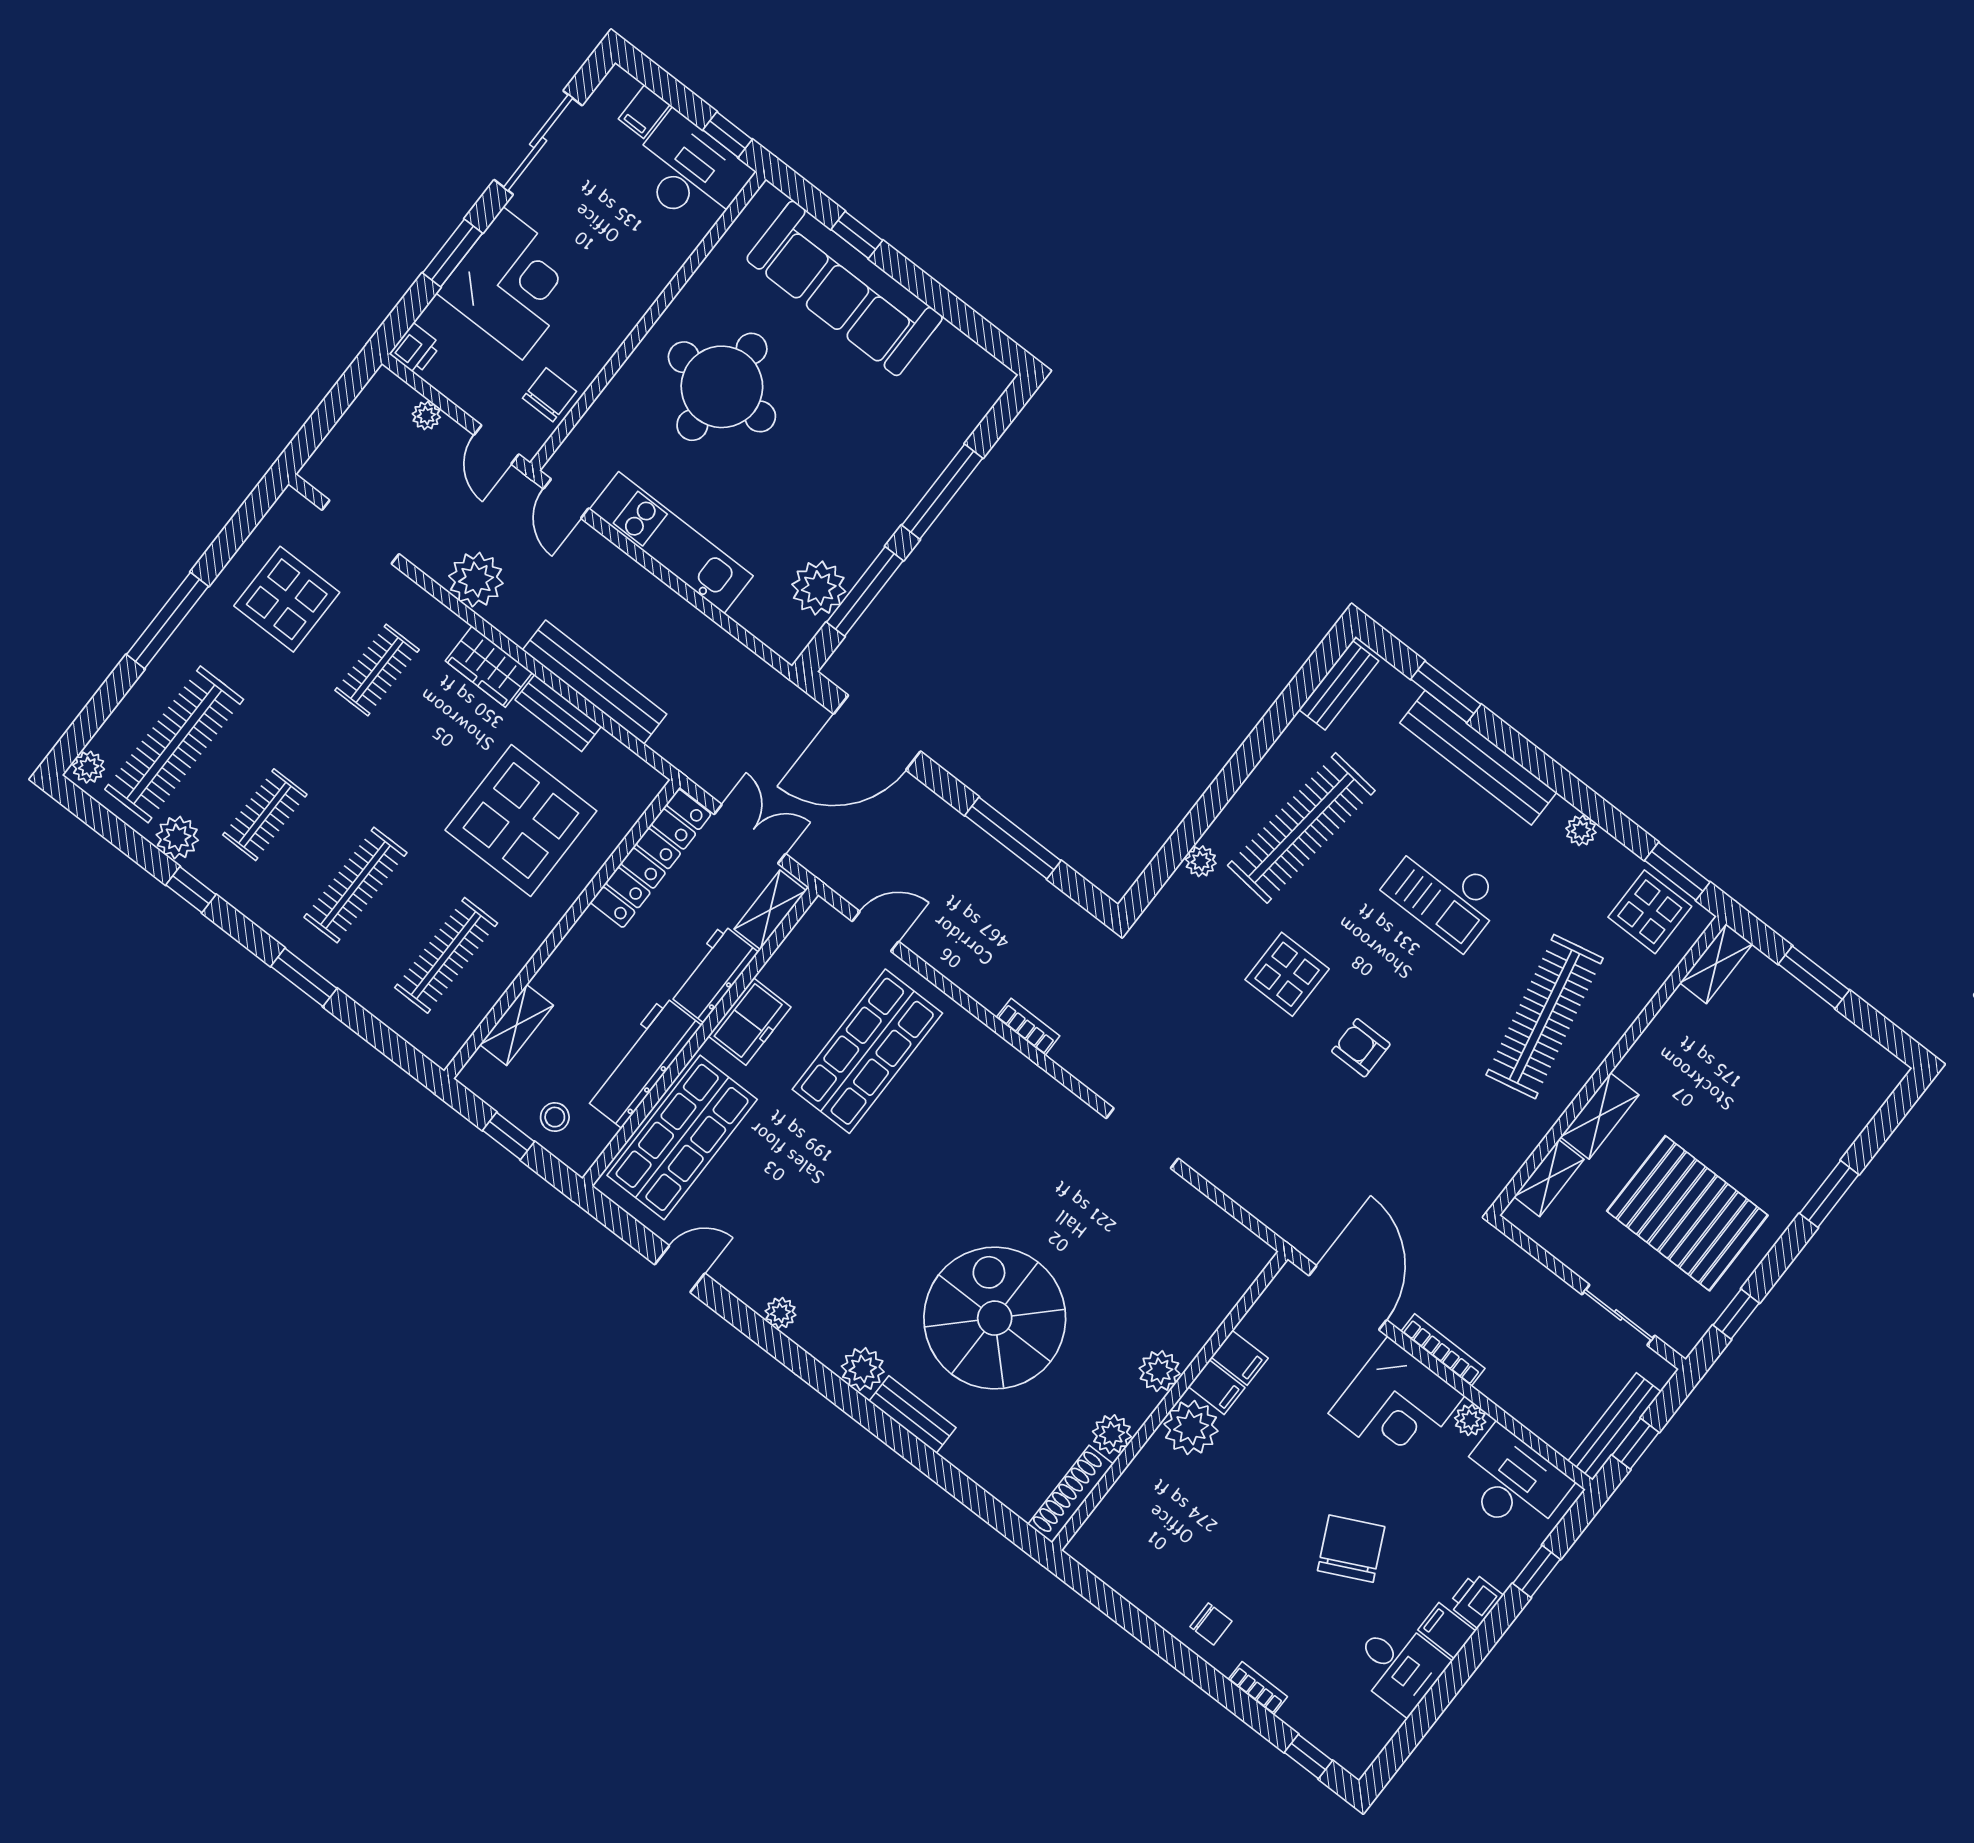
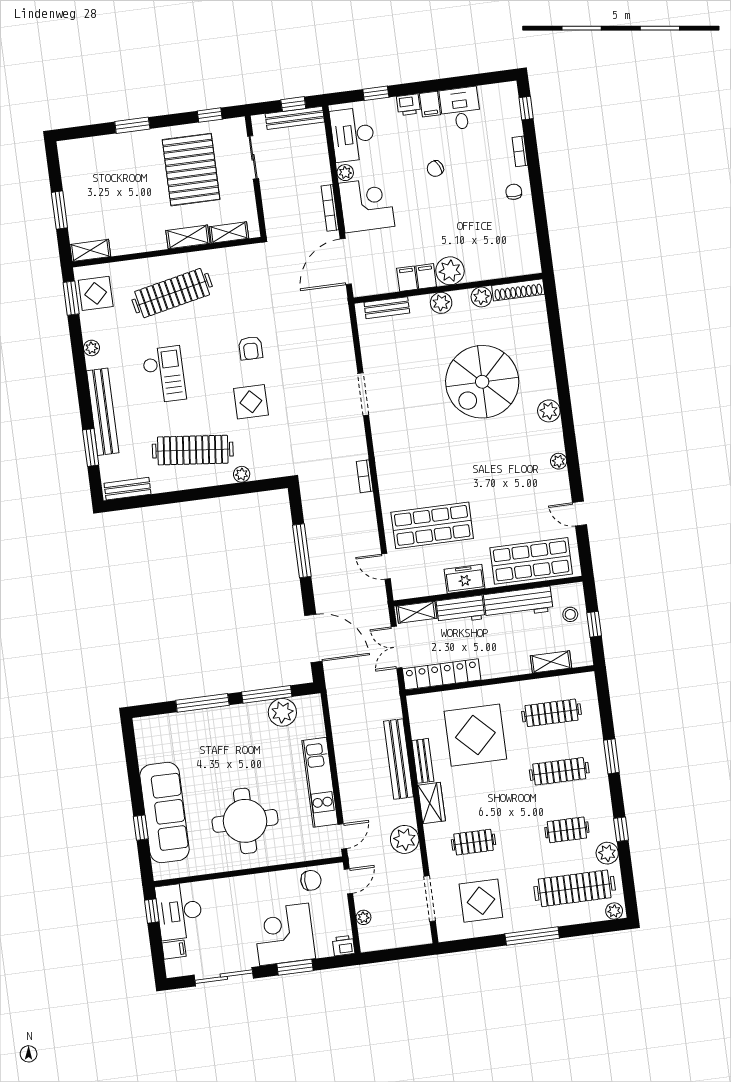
chair: (549, 395) -> (311, 880), turned 180
bench: (913, 1414) -> (387, 308), moved, turned 90
chair: (1351, 1549) -> (435, 169), width x0.54, depth x0.54

